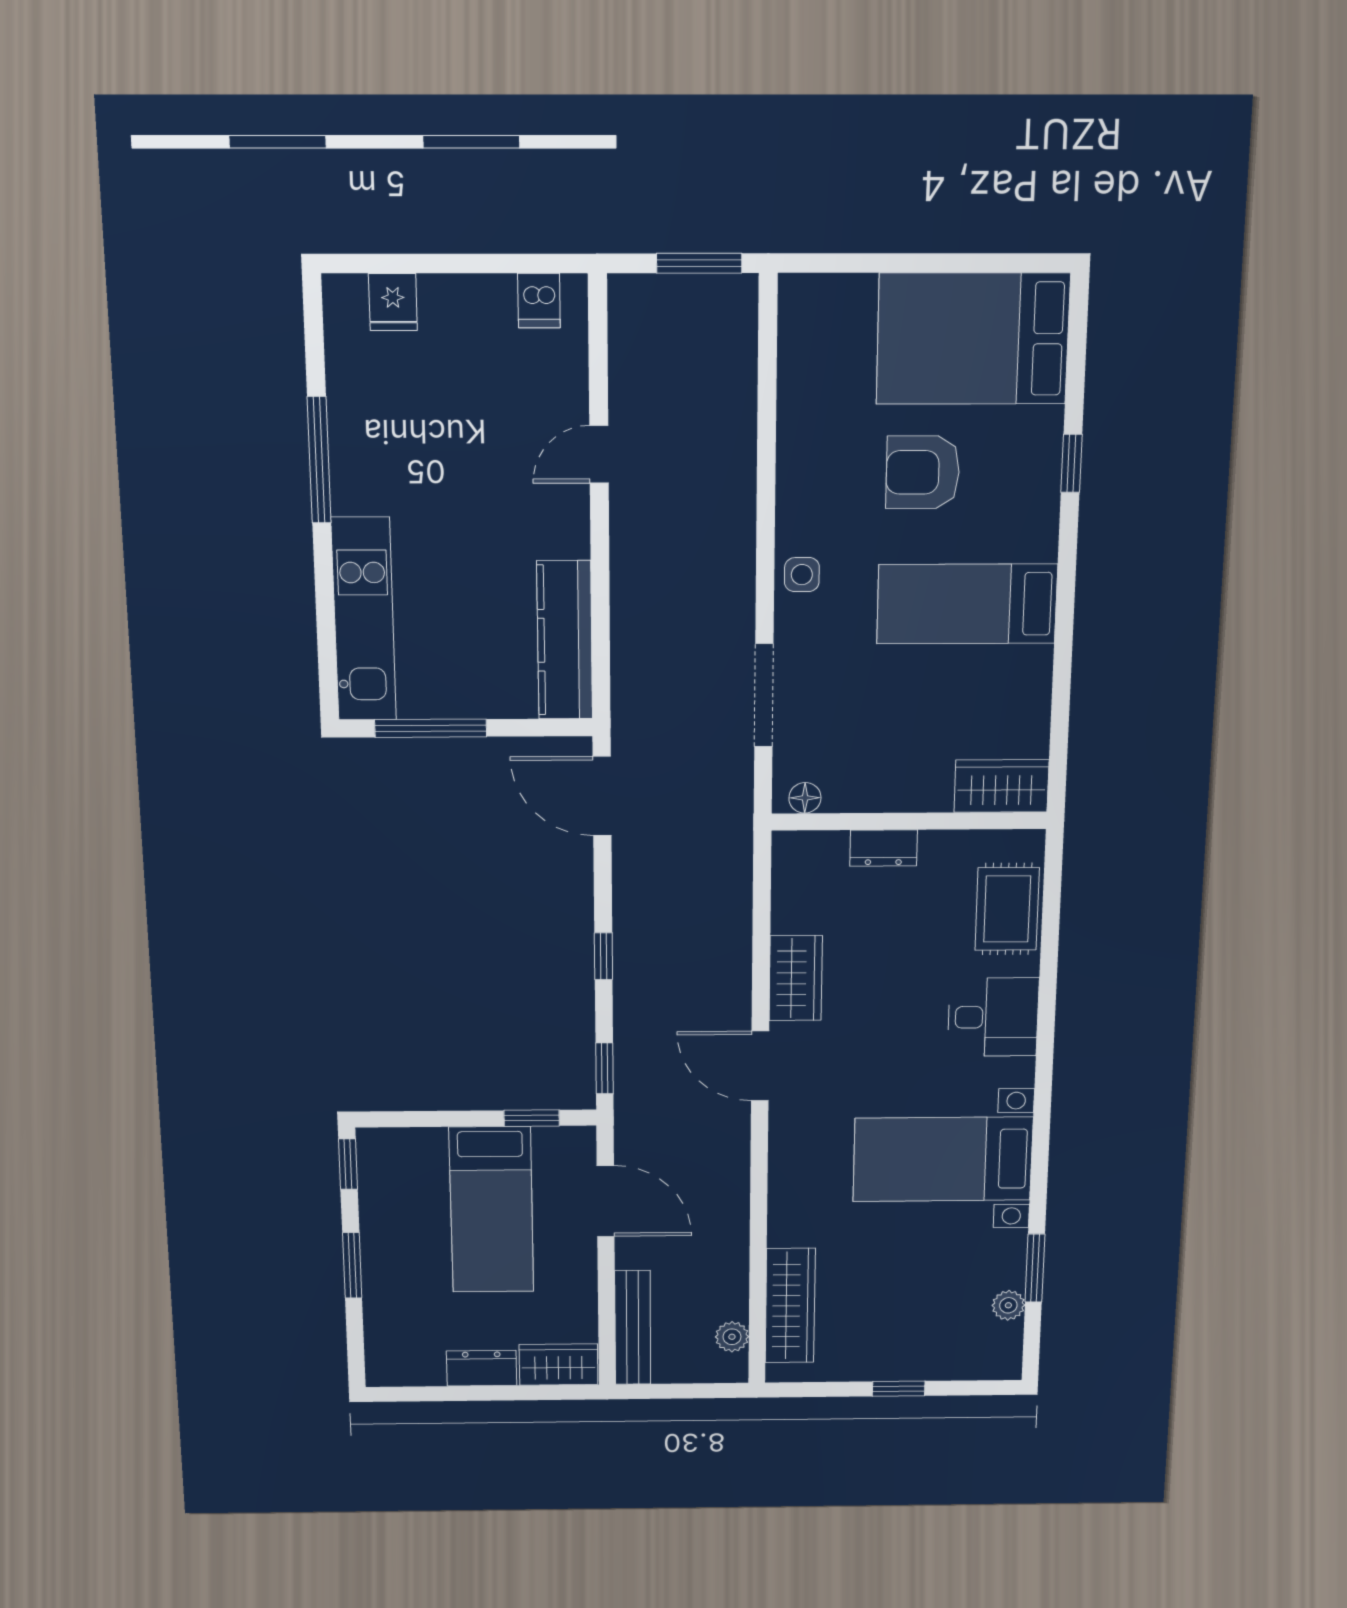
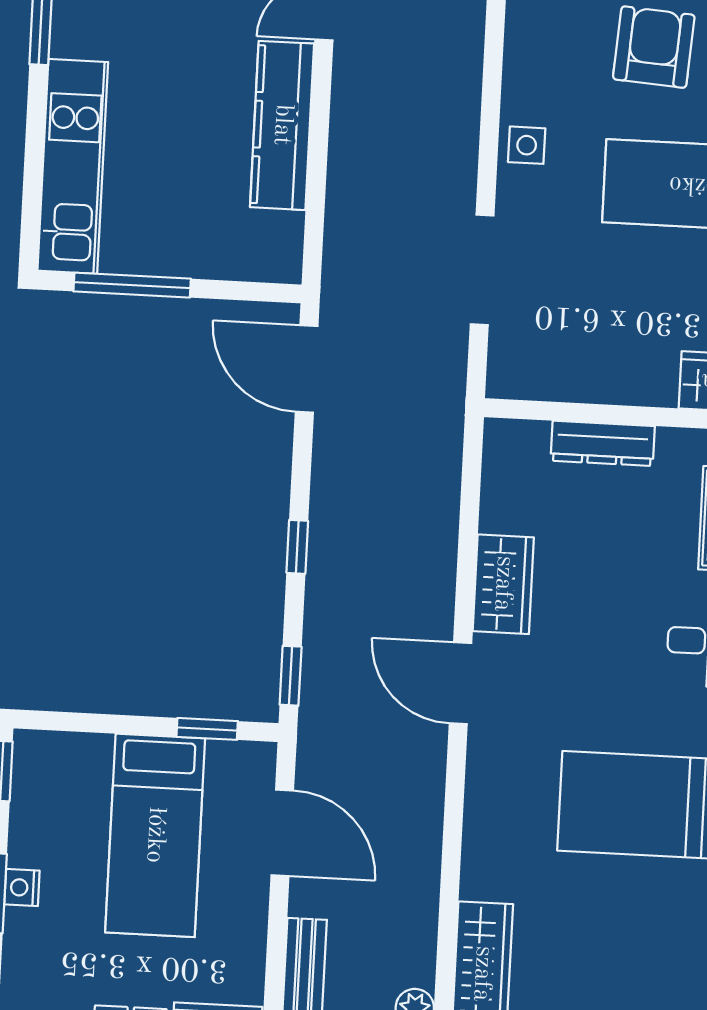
armchair: (923, 472) -> (654, 47), turned 94
kitchen counter: (565, 640) -> (282, 125), moved
floor lamp: (805, 798) -> (521, 383), removed
dresser: (884, 848) -> (603, 443), width x1.44
nightstand: (376, 1260) -> (22, 888), added

